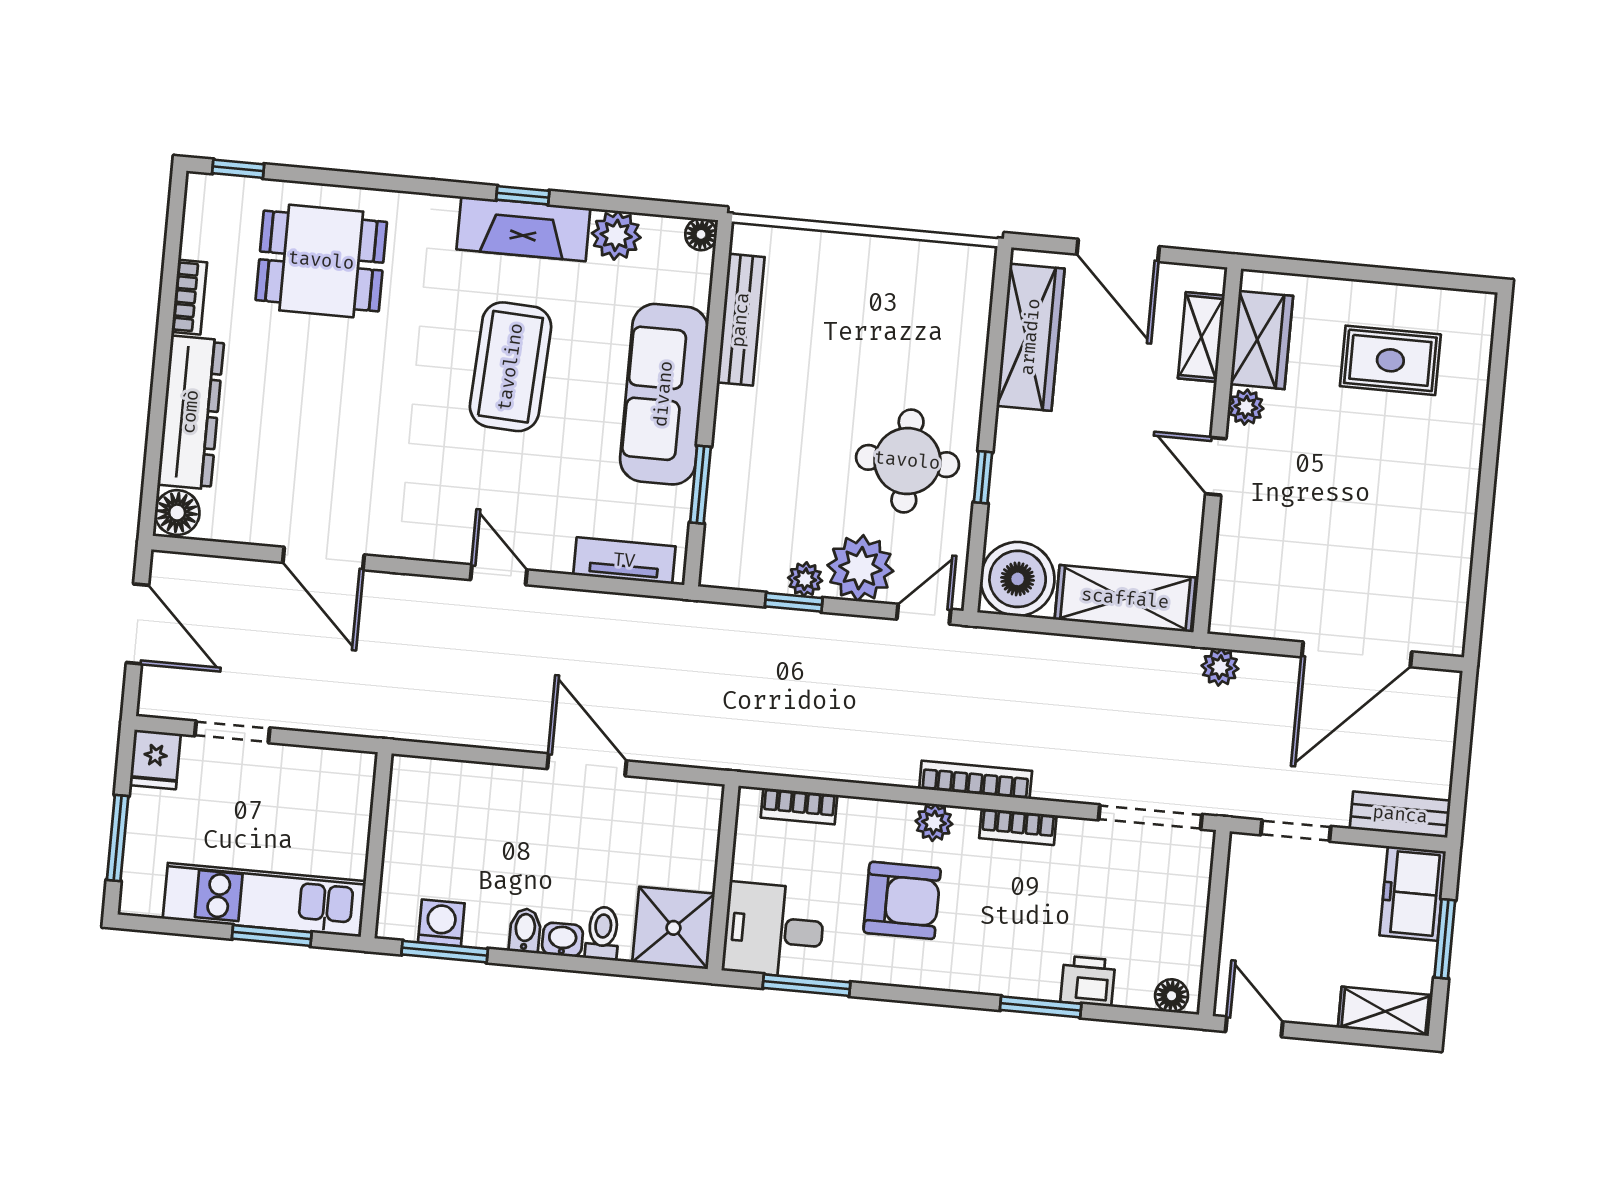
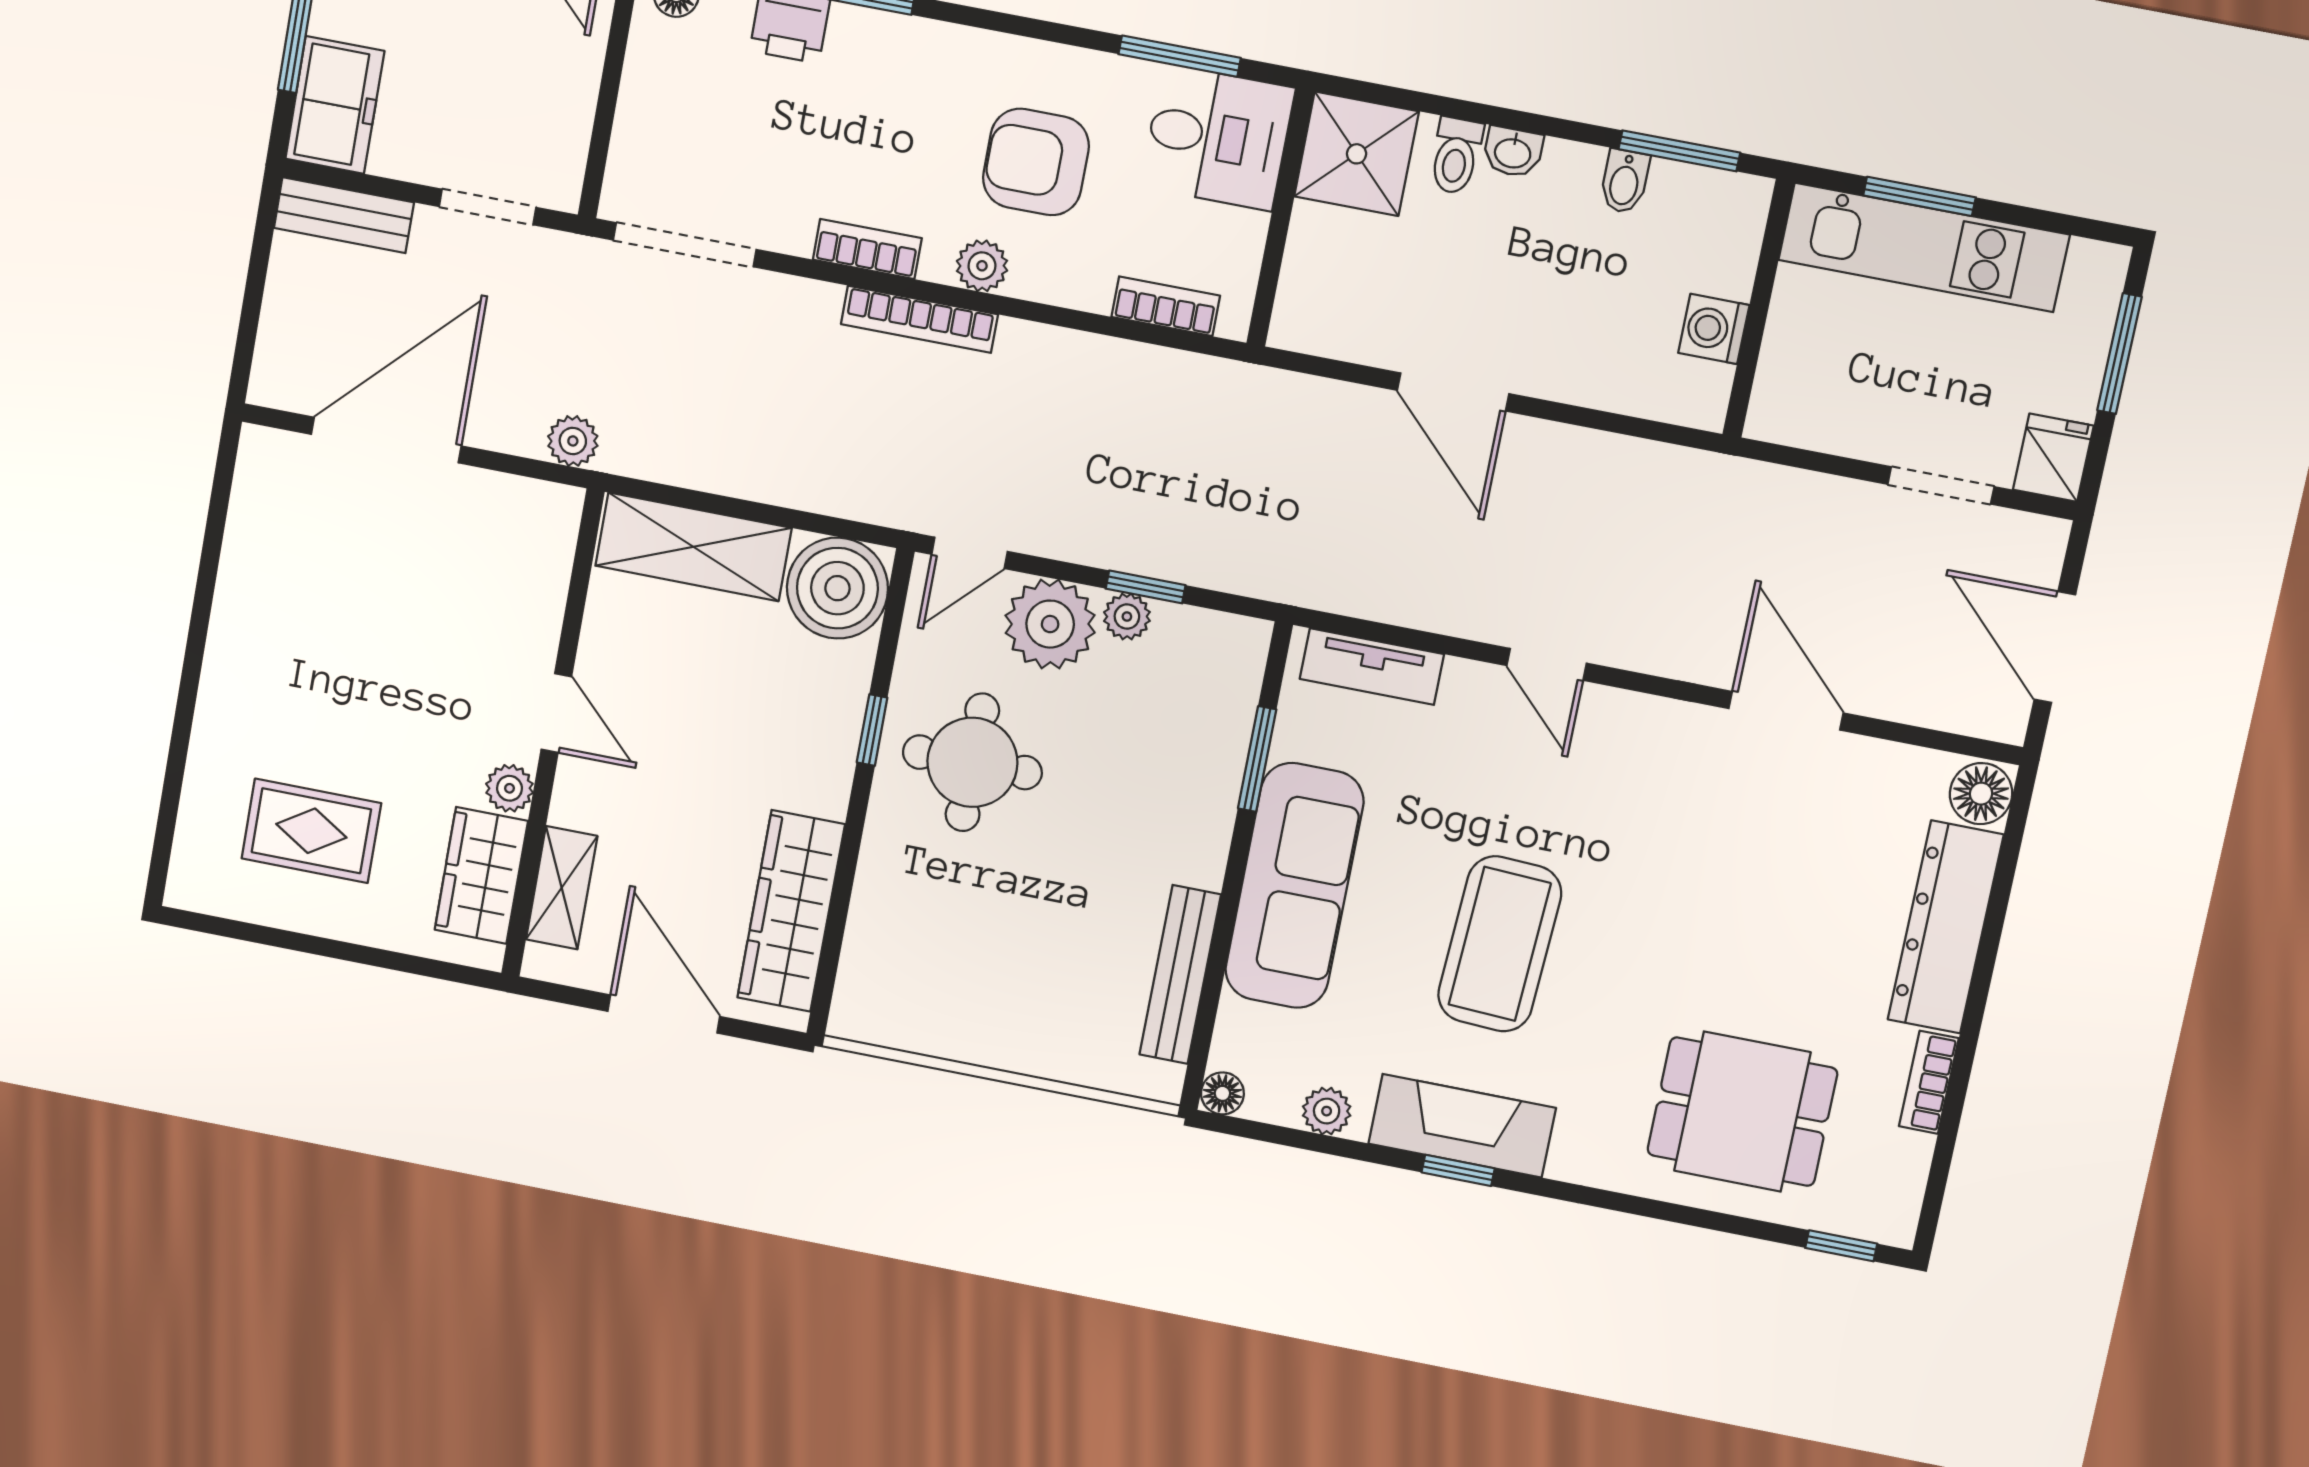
plant: (616, 235) -> (1327, 1111), width x0.73, depth x0.73
washing machine: (441, 923) -> (1714, 329), moved, turned 90
bidet: (525, 931) -> (1625, 181), moved

